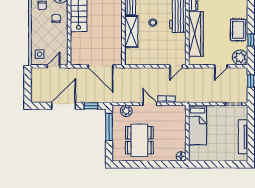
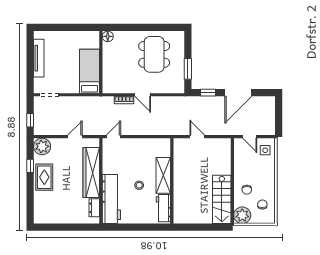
door: (54, 66) -> (250, 137), hinge flipped
door: (101, 66) -> (197, 137), width x0.53
door: (221, 66) -> (75, 137), moved
plant: (126, 111) -> (169, 87), removed
window: (109, 127) -> (188, 69), width x0.69

